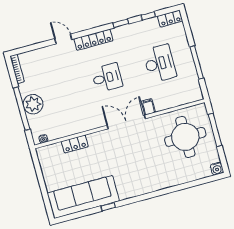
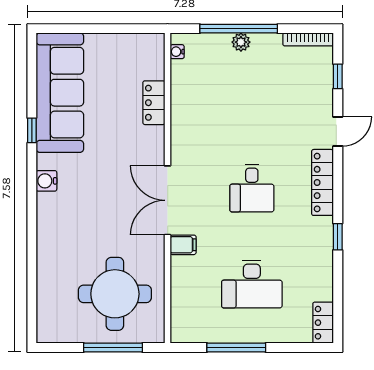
window: (148, 16) -> (338, 76), moved
plant: (33, 104) -> (241, 42), width x0.53, depth x0.53
double door: (126, 122) -> (168, 200), swing flipped
water cooler: (217, 169) -> (46, 181), moved

